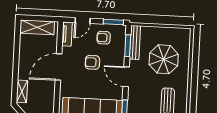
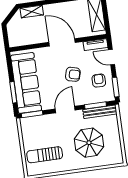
armchair: (92, 62) -> (73, 74), turned 104

